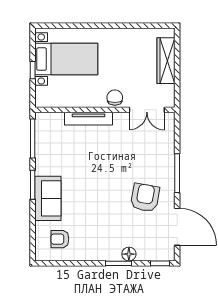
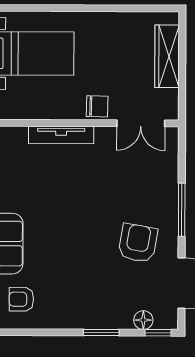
chair: (115, 98) -> (97, 106), turned 91
floor lamp: (129, 254) -> (143, 320), moved

